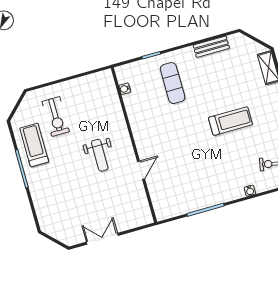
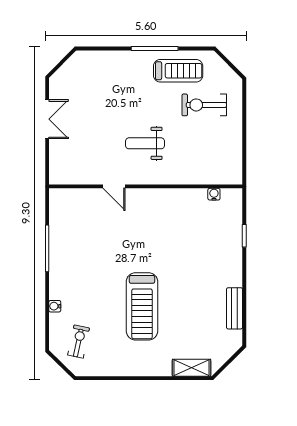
exercise mat: (173, 83) -> (205, 252), removed
treadmill: (230, 121) -> (142, 306), width x1.37, depth x1.38

